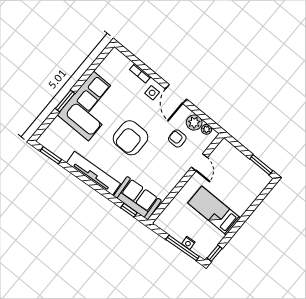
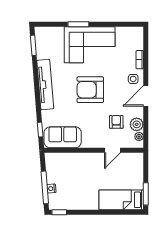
sofa: (137, 198) -> (63, 137), moved, turned -85
bed: (214, 211) -> (121, 200), moved, turned -90

